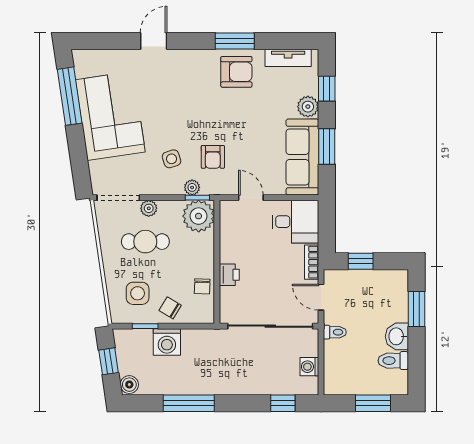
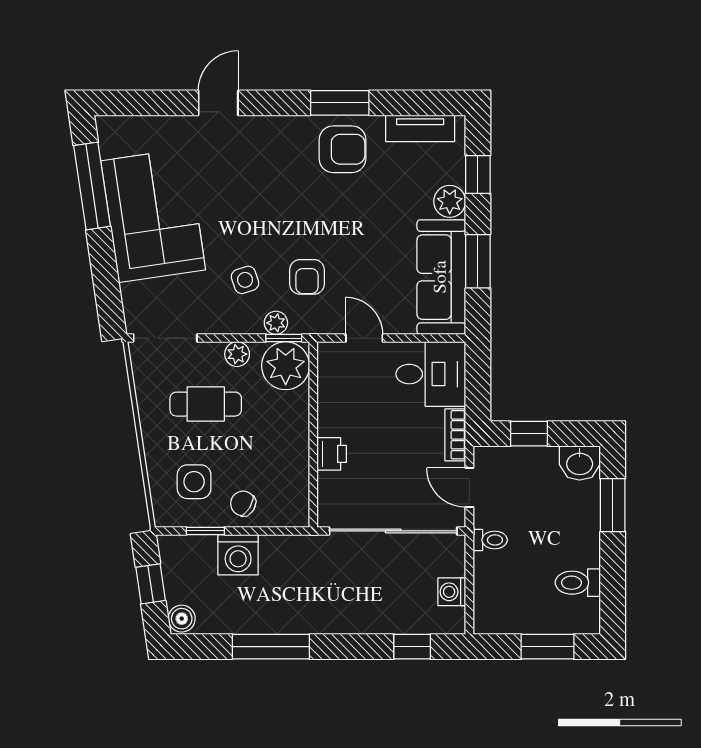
plant: (149, 208) -> (237, 354), moved
chair: (202, 286) -> (291, 471), removed
washbasin: (397, 336) -> (580, 463), moved, turned -90

